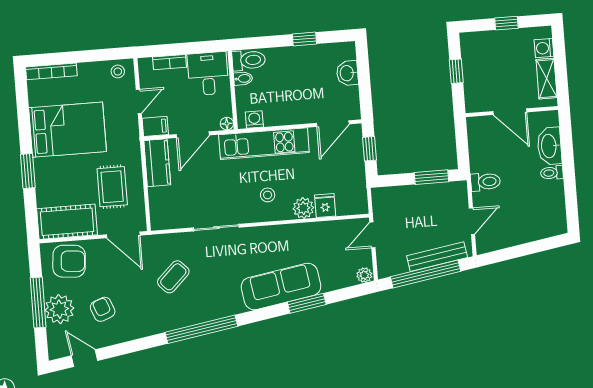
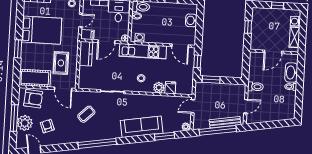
door: (510, 112) -> (273, 52), hinge flipped
door: (333, 124) -> (180, 46), hinge flipped
window: (431, 177) -> (211, 79), moved
window: (307, 303) -> (165, 136), moved

